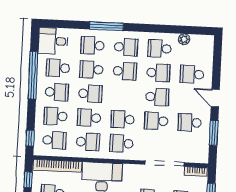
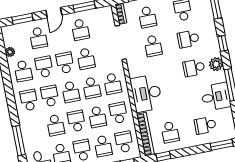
window: (106, 26) -> (19, 141), moved
school desk: (92, 45) -> (71, 92), moved
window: (217, 62) -> (22, 19), added

